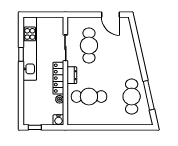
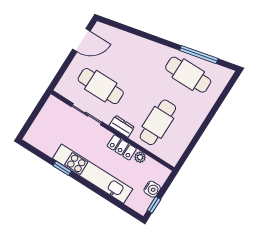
kitchen unit: (30, 49) -> (93, 174), moved
locker: (58, 78) -> (122, 147), width x0.66
water cooler: (58, 120) -> (152, 189), moved

